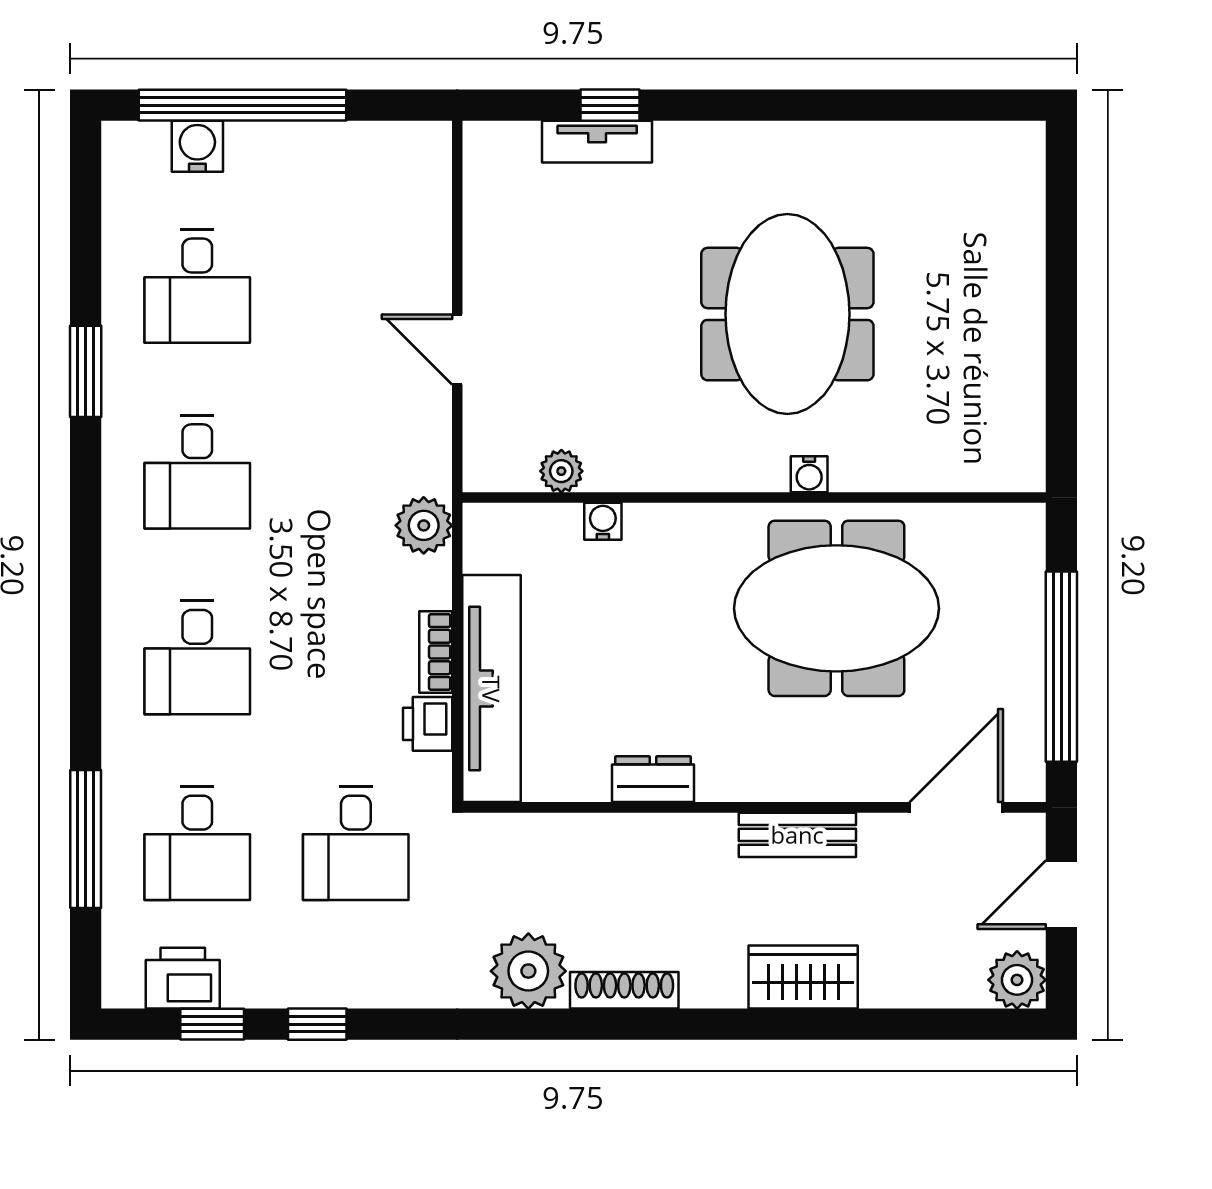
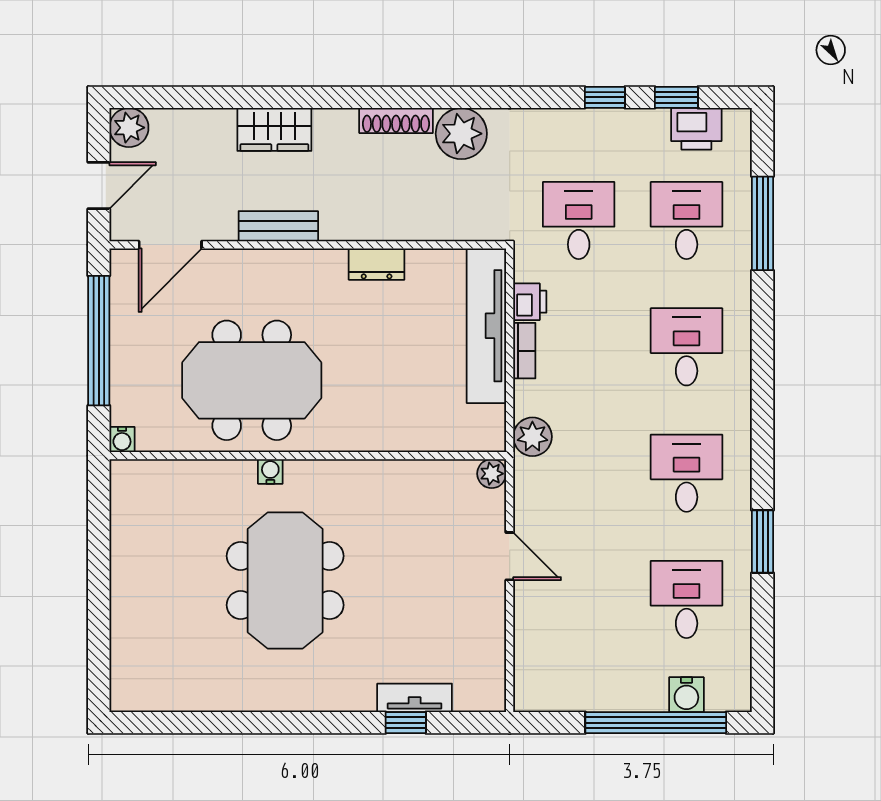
plant: (561, 471) -> (492, 474), moved
water cooler: (603, 521) -> (122, 439), moved

